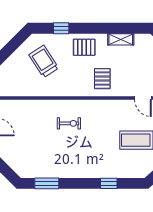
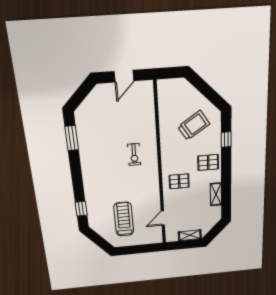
pallet: (84, 47) -> (208, 162), turned 90
window: (109, 183) -> (81, 209), moved

